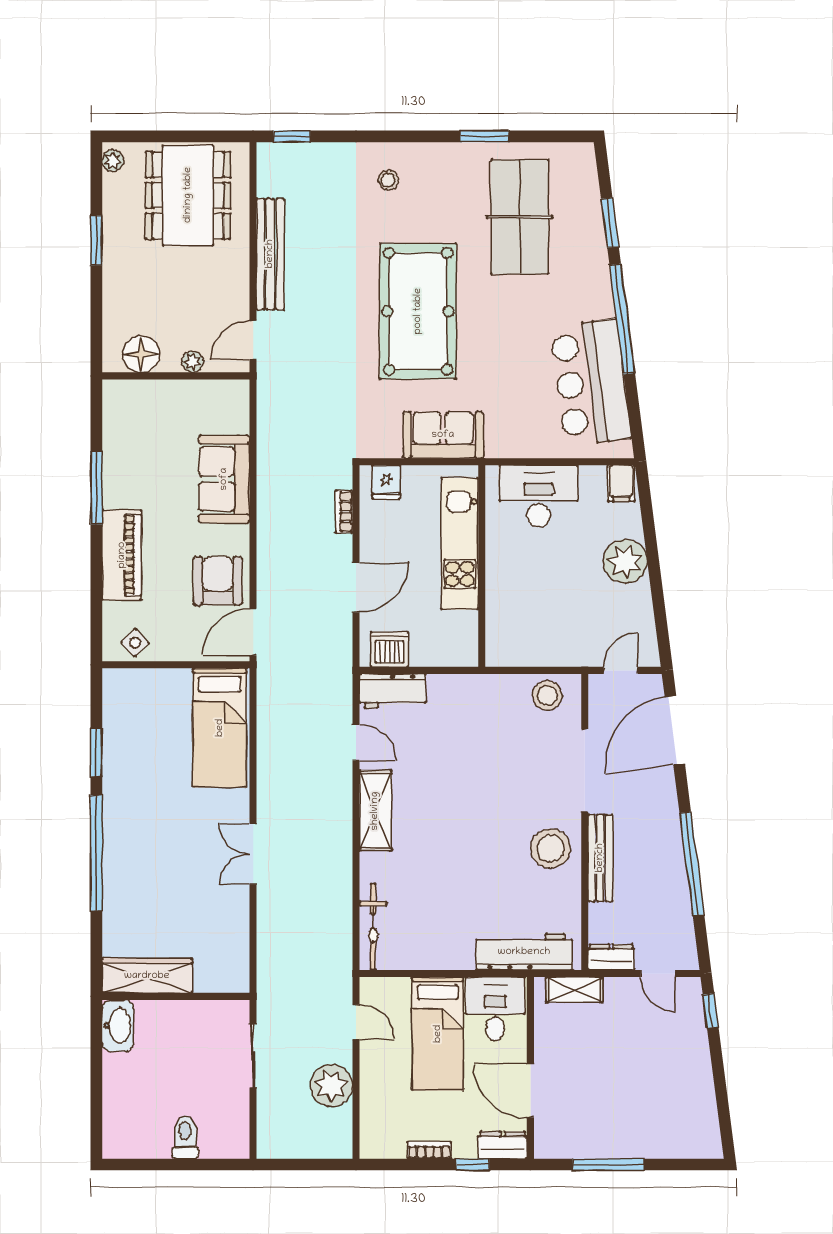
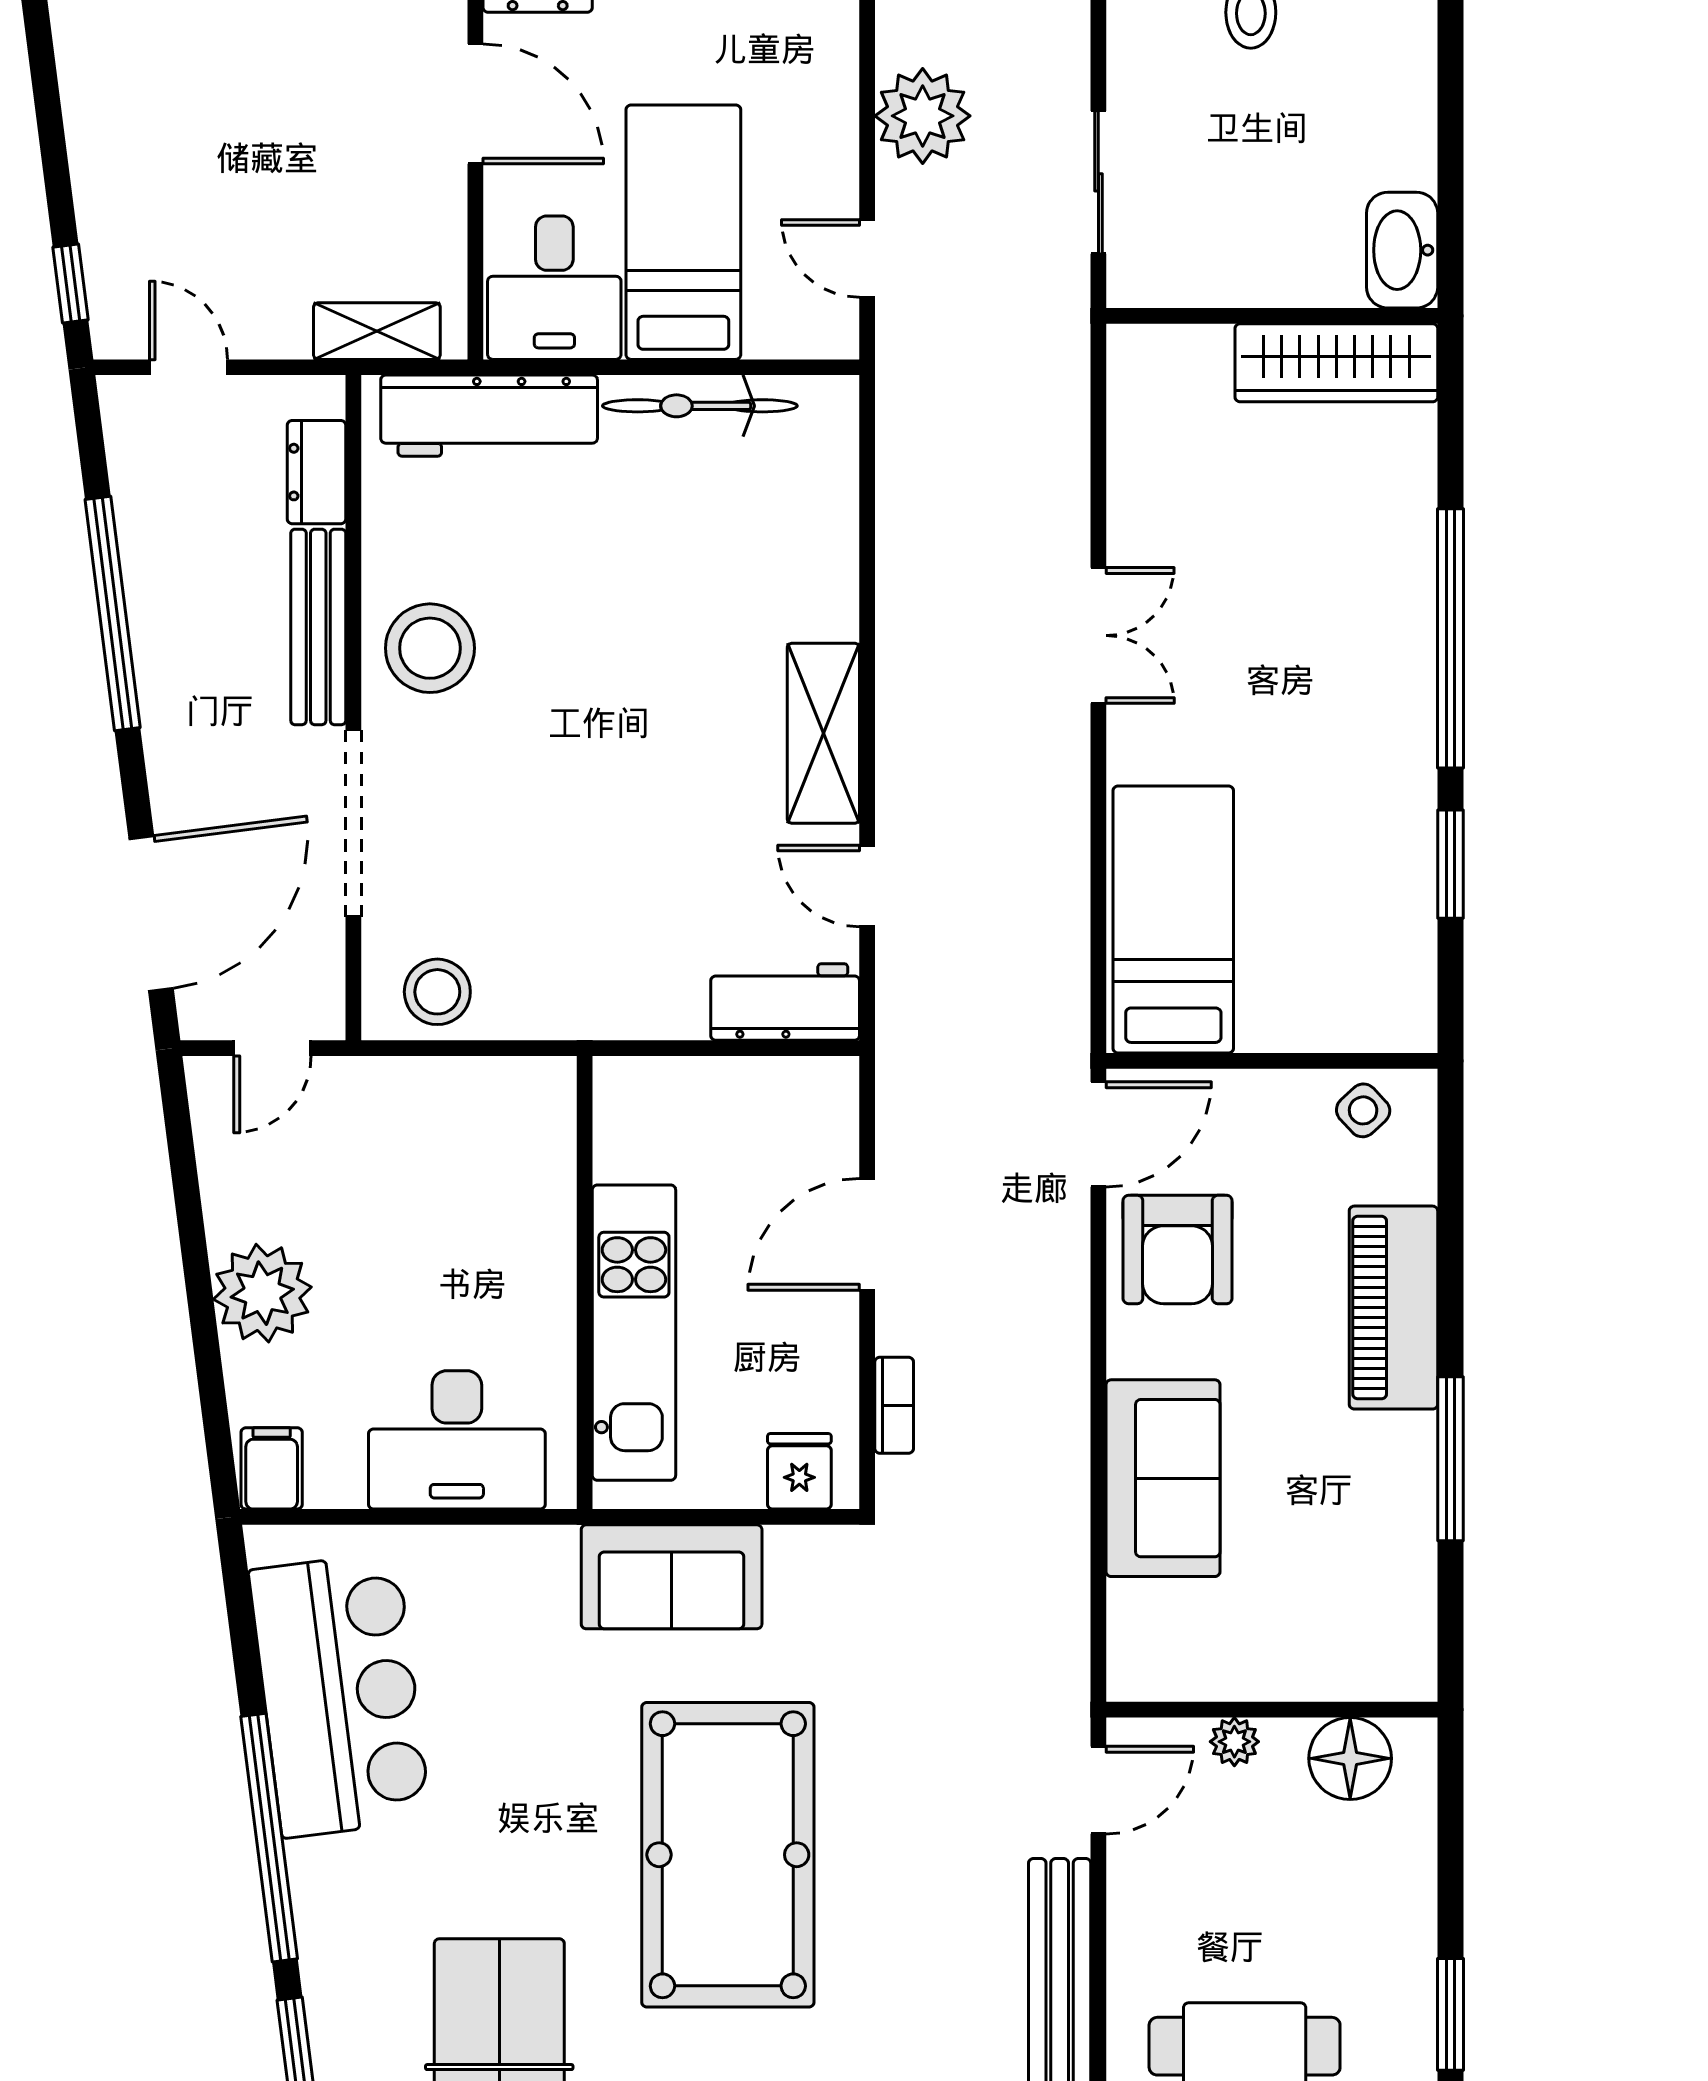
dishwasher: (389, 649) -> (792, 1095), removed
bicycle: (373, 927) -> (700, 406), moved, turned -90
dresser: (611, 957) -> (317, 472), moved, turned 90

